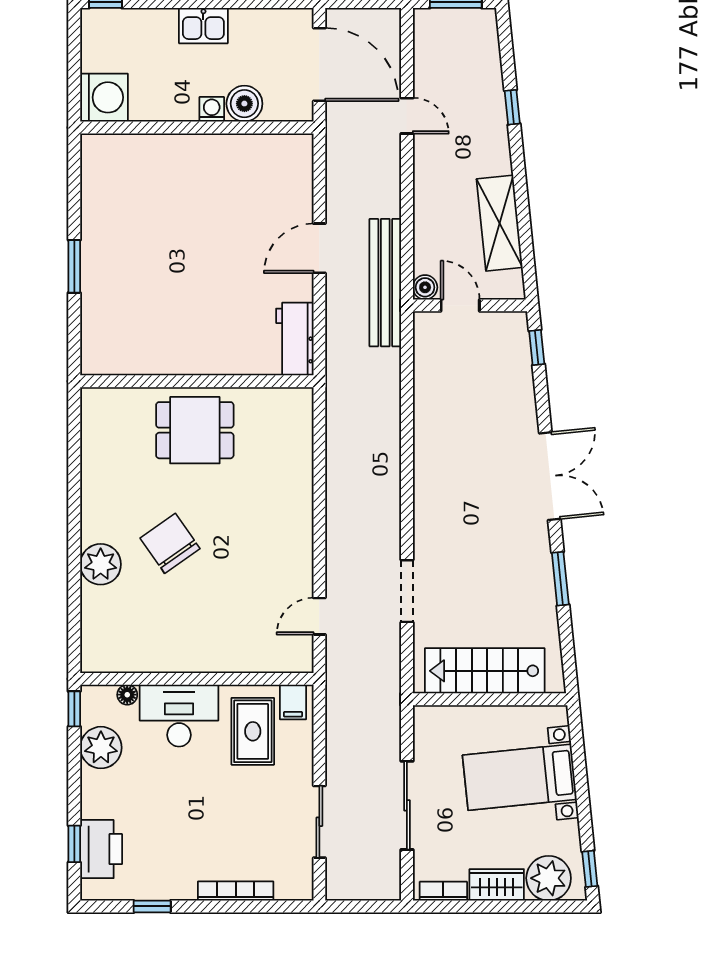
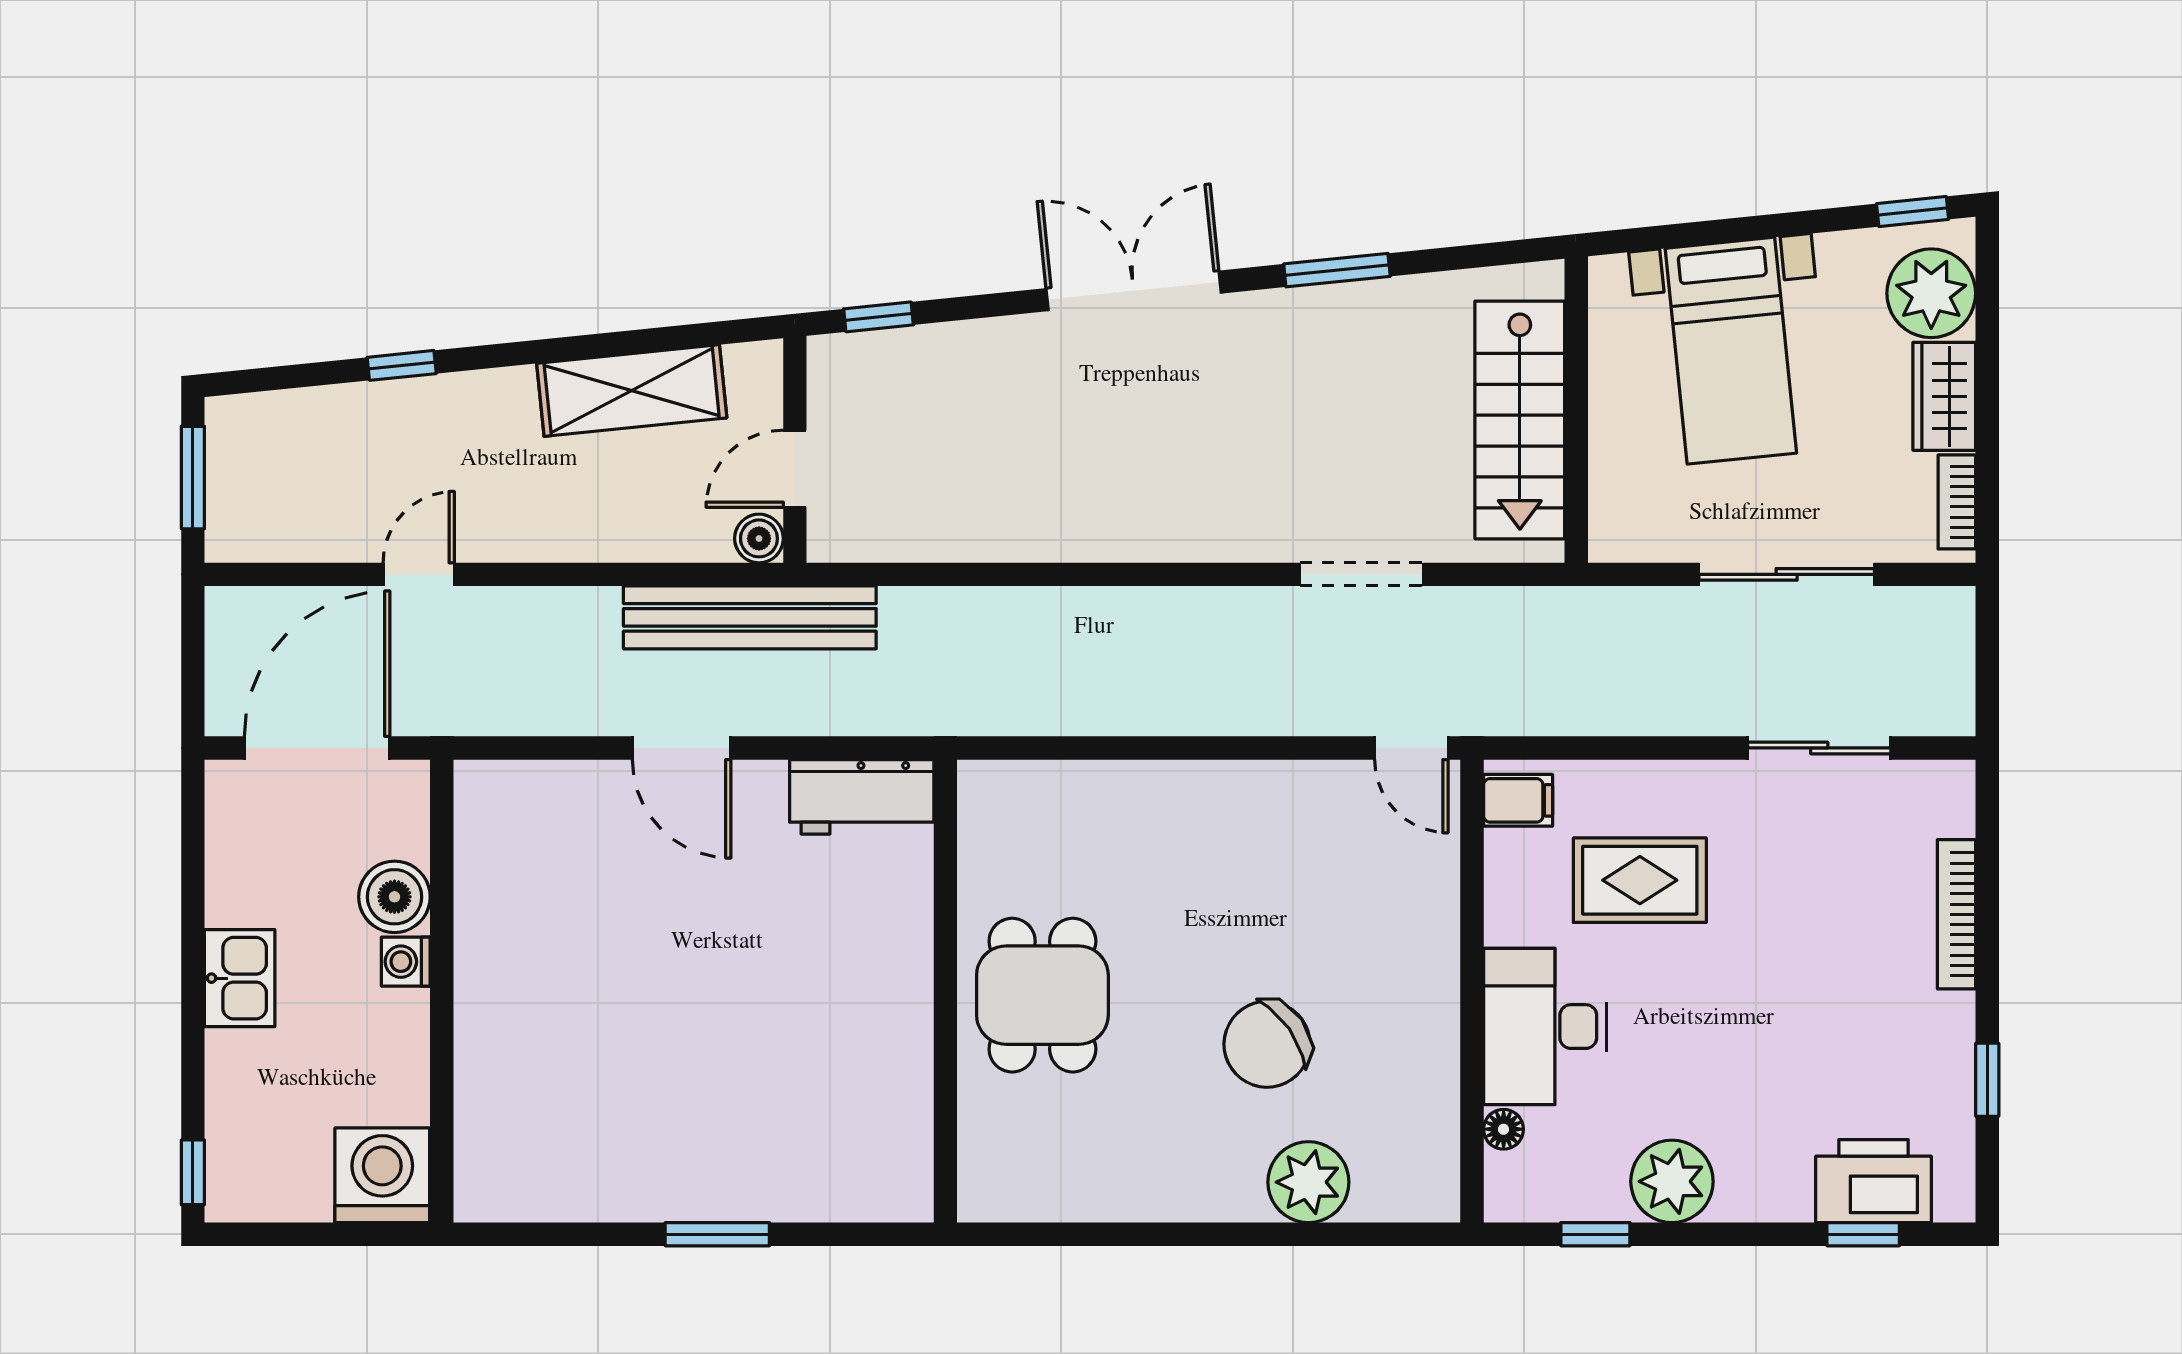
wall: (197, 679) -> (1472, 991), moved
floor lamp: (127, 695) -> (1504, 1129), moved
filing cabinet: (293, 702) -> (1518, 800), moved
desk: (179, 716) -> (1545, 1027), moved

